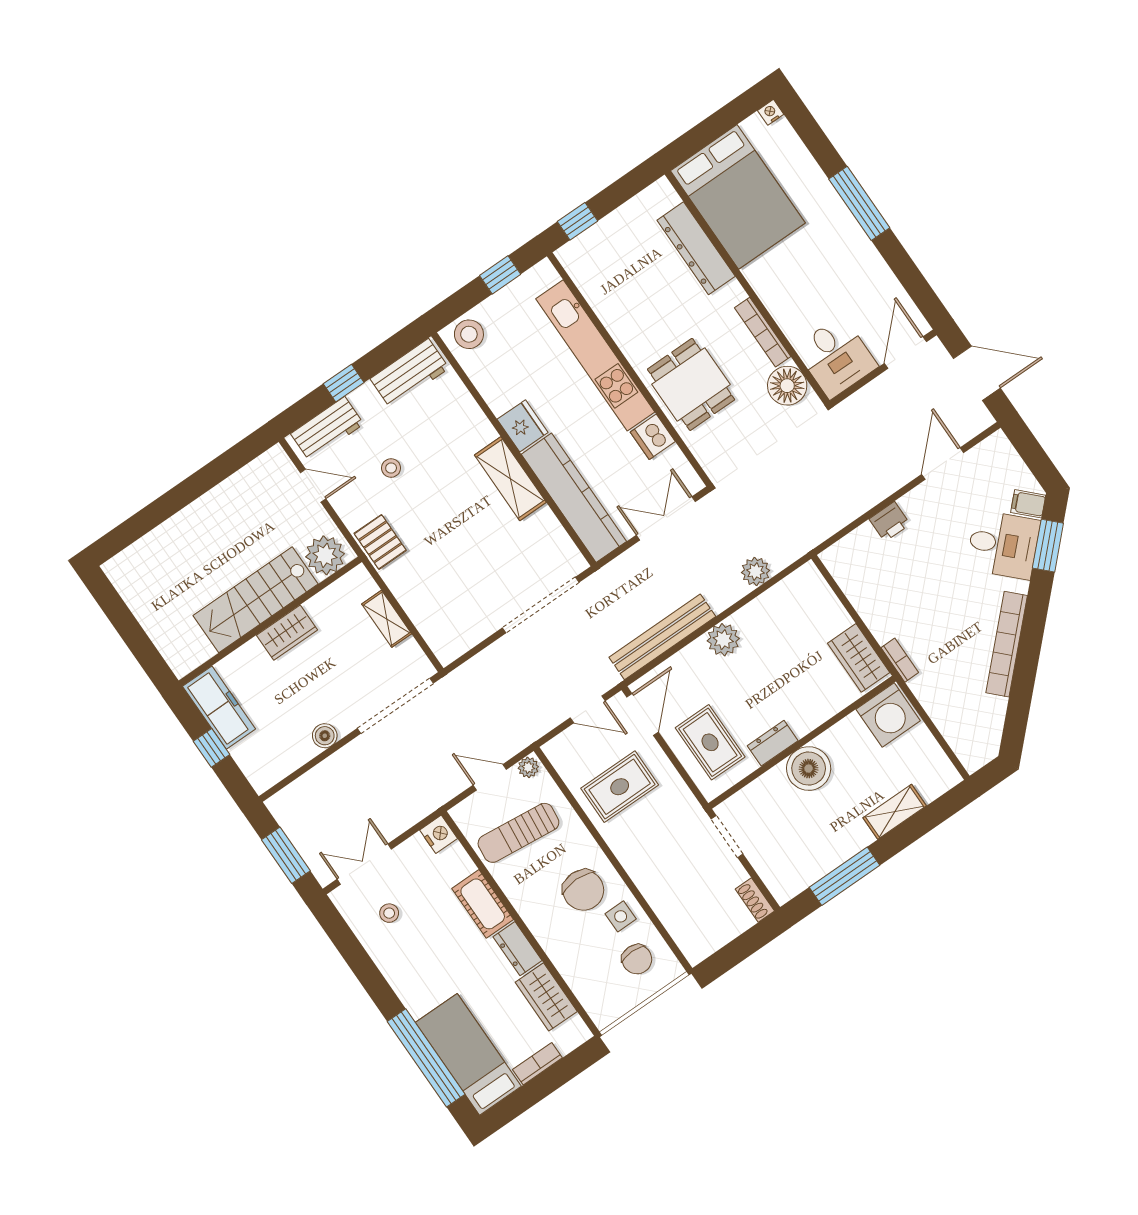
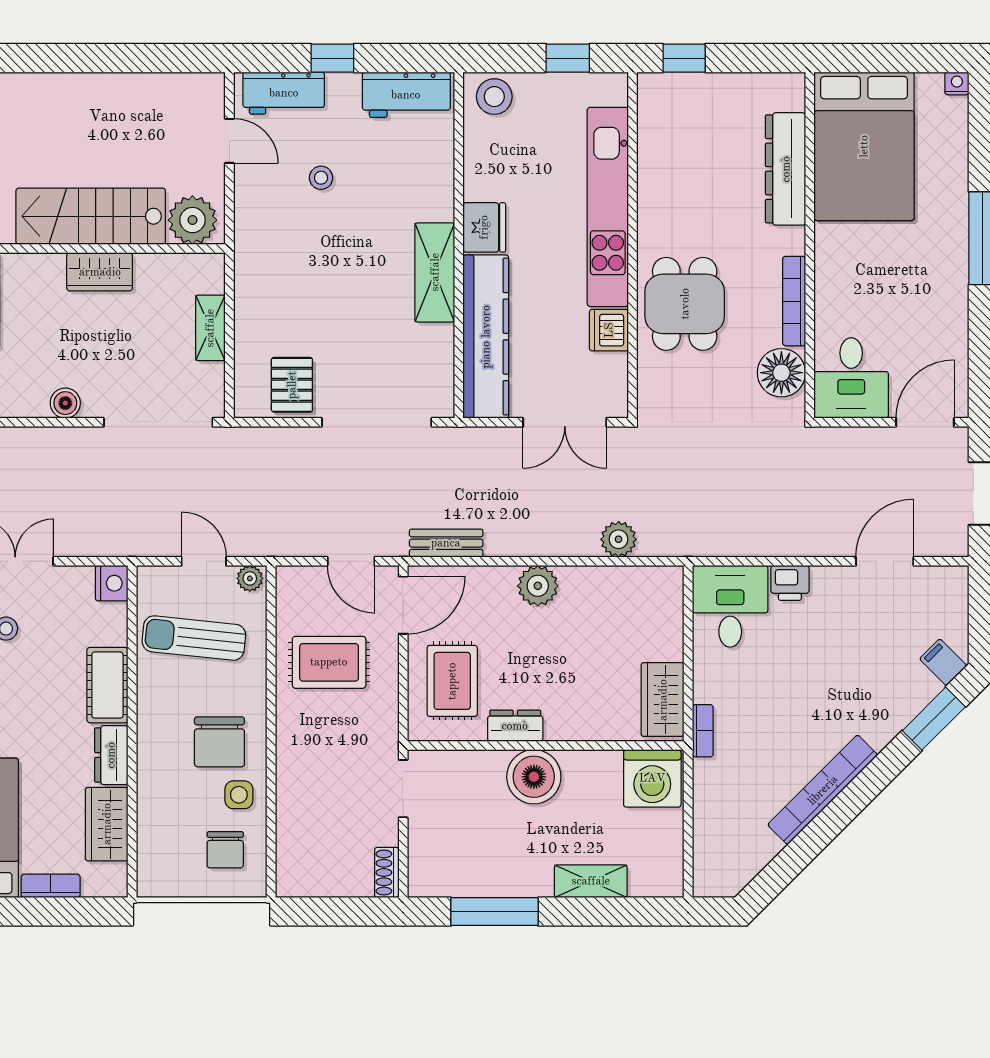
double door: (666, 518) -> (565, 422), swing flipped
pallet: (380, 542) -> (292, 385), moved
desk: (1003, 545) -> (730, 606), moved, turned -135
bench: (662, 637) -> (446, 543), width x0.54, depth x0.82

